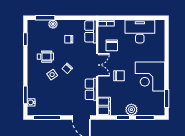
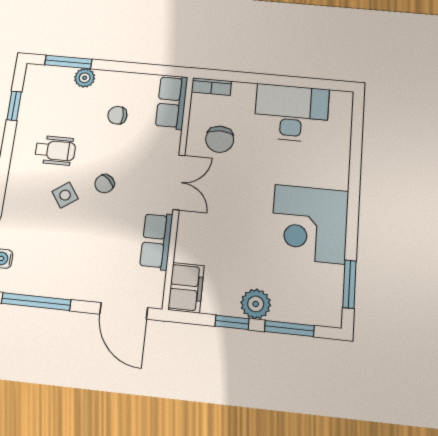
chair: (119, 76) -> (231, 214), removed

